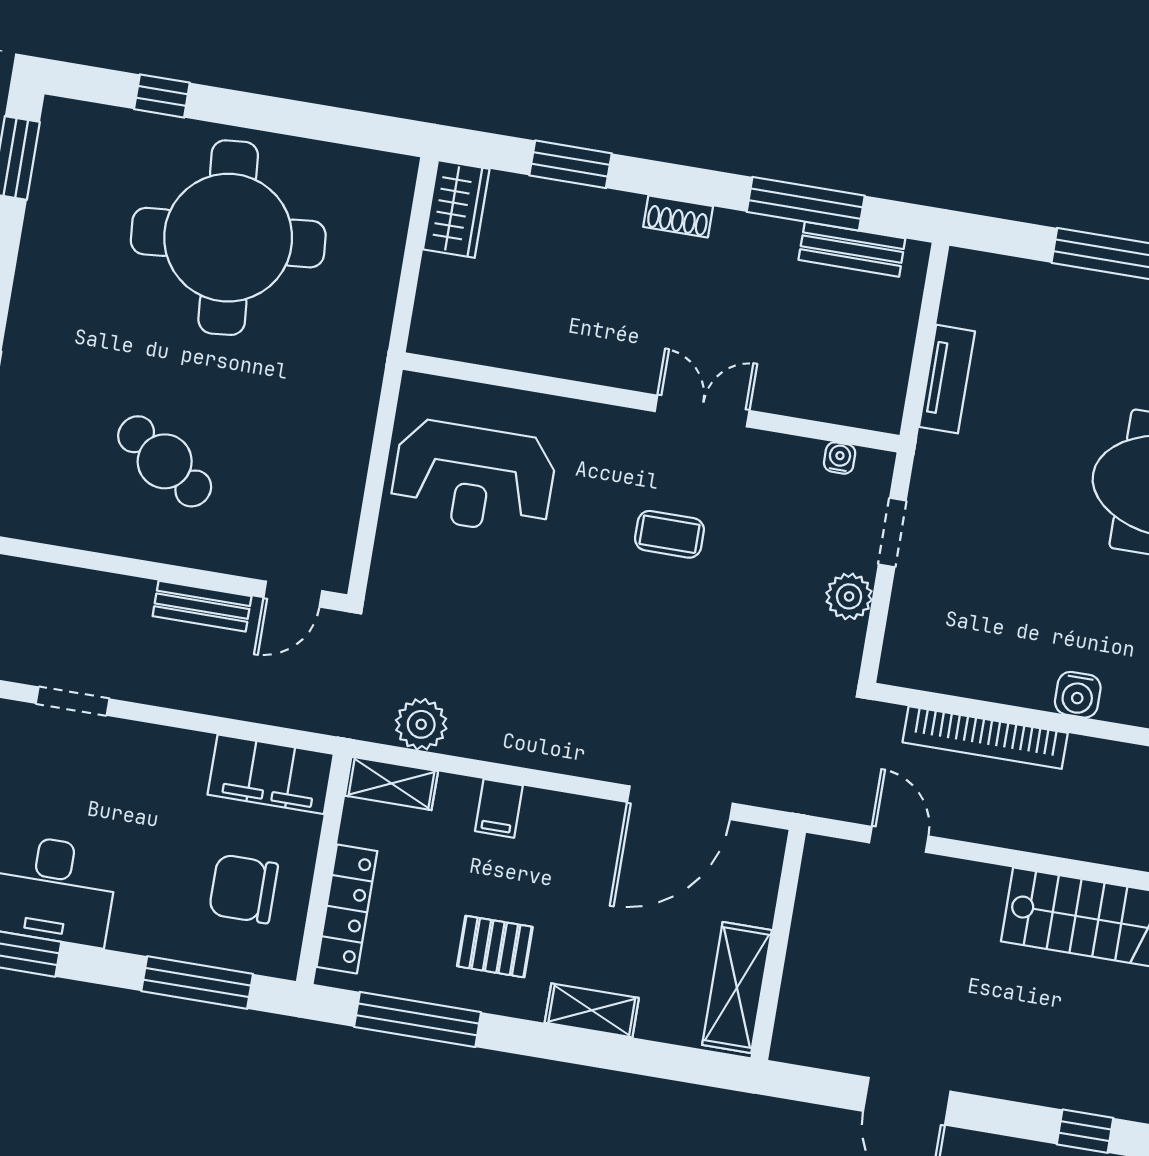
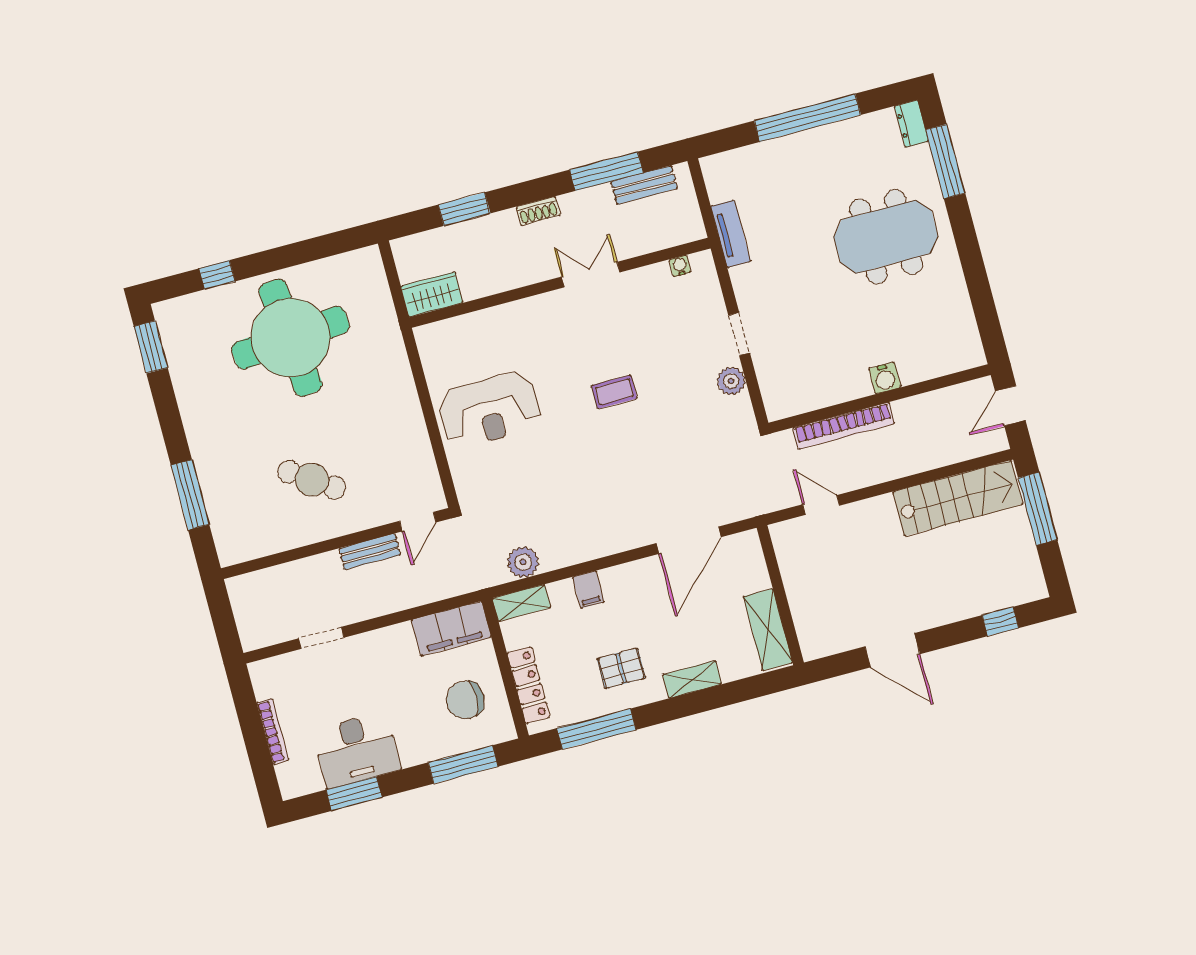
wardrobe: (456, 209) -> (432, 294), moved, turned -90
wall: (651, 402) -> (560, 283), moved
double door: (702, 411) -> (591, 275), moved
water cooler: (840, 458) -> (680, 266), moved

